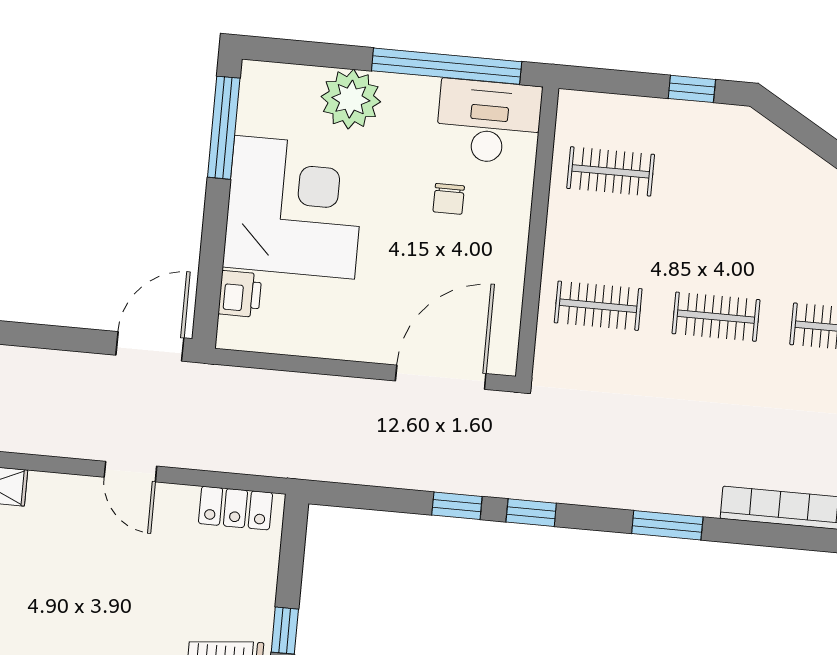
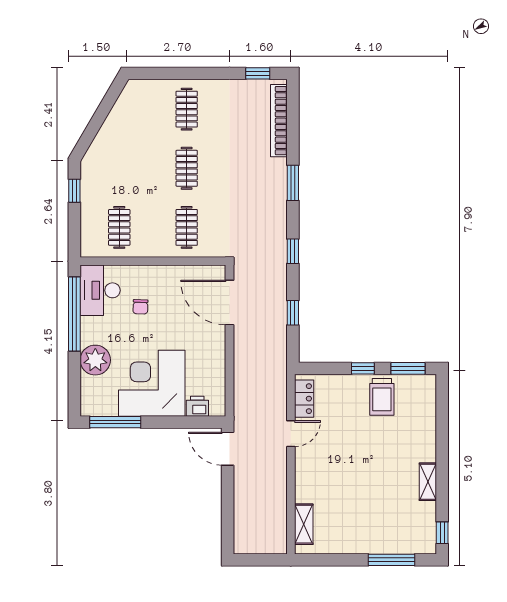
chair: (449, 199) -> (140, 307), turned 92
door: (130, 472) -> (291, 434), moved
window: (457, 506) -> (293, 313), moved

